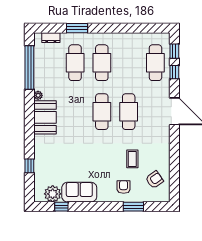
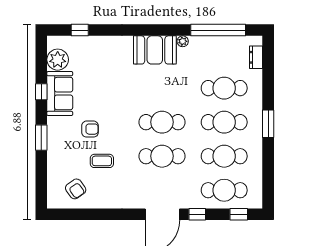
window: (77, 28) -> (268, 124), moved
cafe table: (129, 63) -> (224, 156), added
window: (174, 72) -> (197, 214), moved
window: (29, 166) -> (80, 30), moved
armchair: (124, 187) -> (90, 129), moved
window: (61, 207) -> (41, 92), moved
window: (133, 207) -> (41, 138), moved

